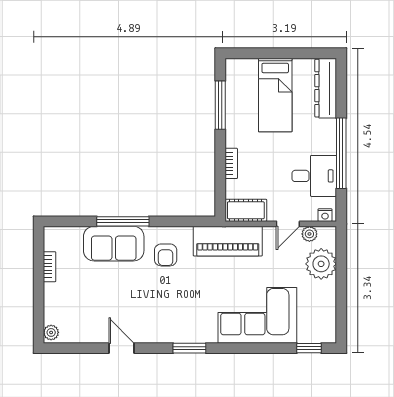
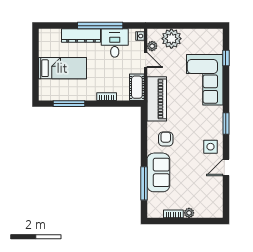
dresser: (326, 88) -> (81, 36), moved
window: (123, 221) -> (144, 183), moved
armchair: (166, 255) -> (166, 139), turned -90
side table: (154, 324) -> (210, 147), added
plant: (51, 332) -> (189, 213), moved
window: (309, 348) -> (226, 58), moved

